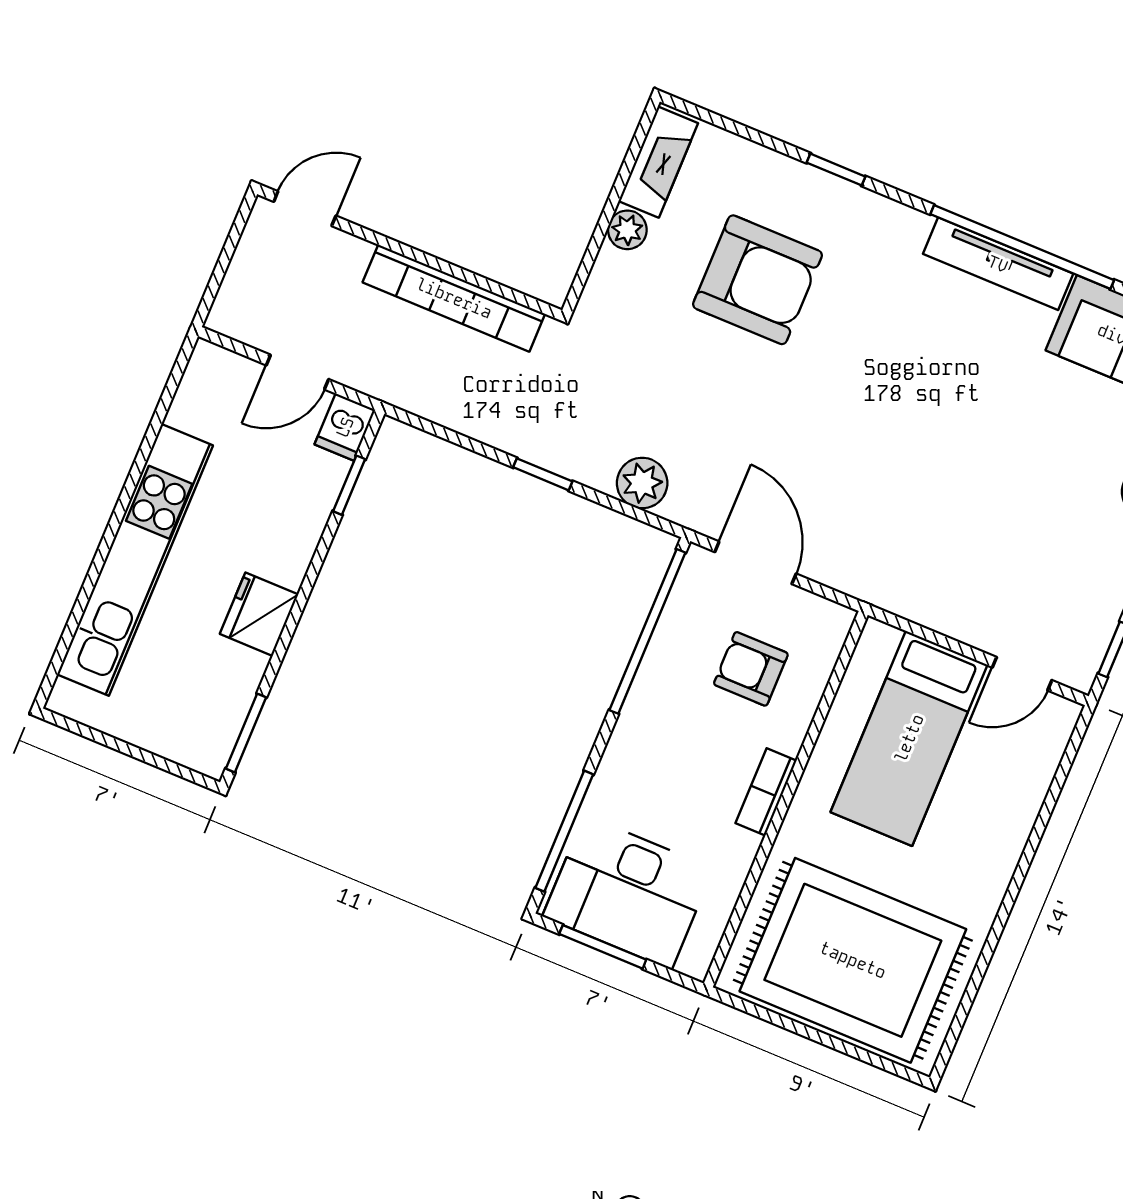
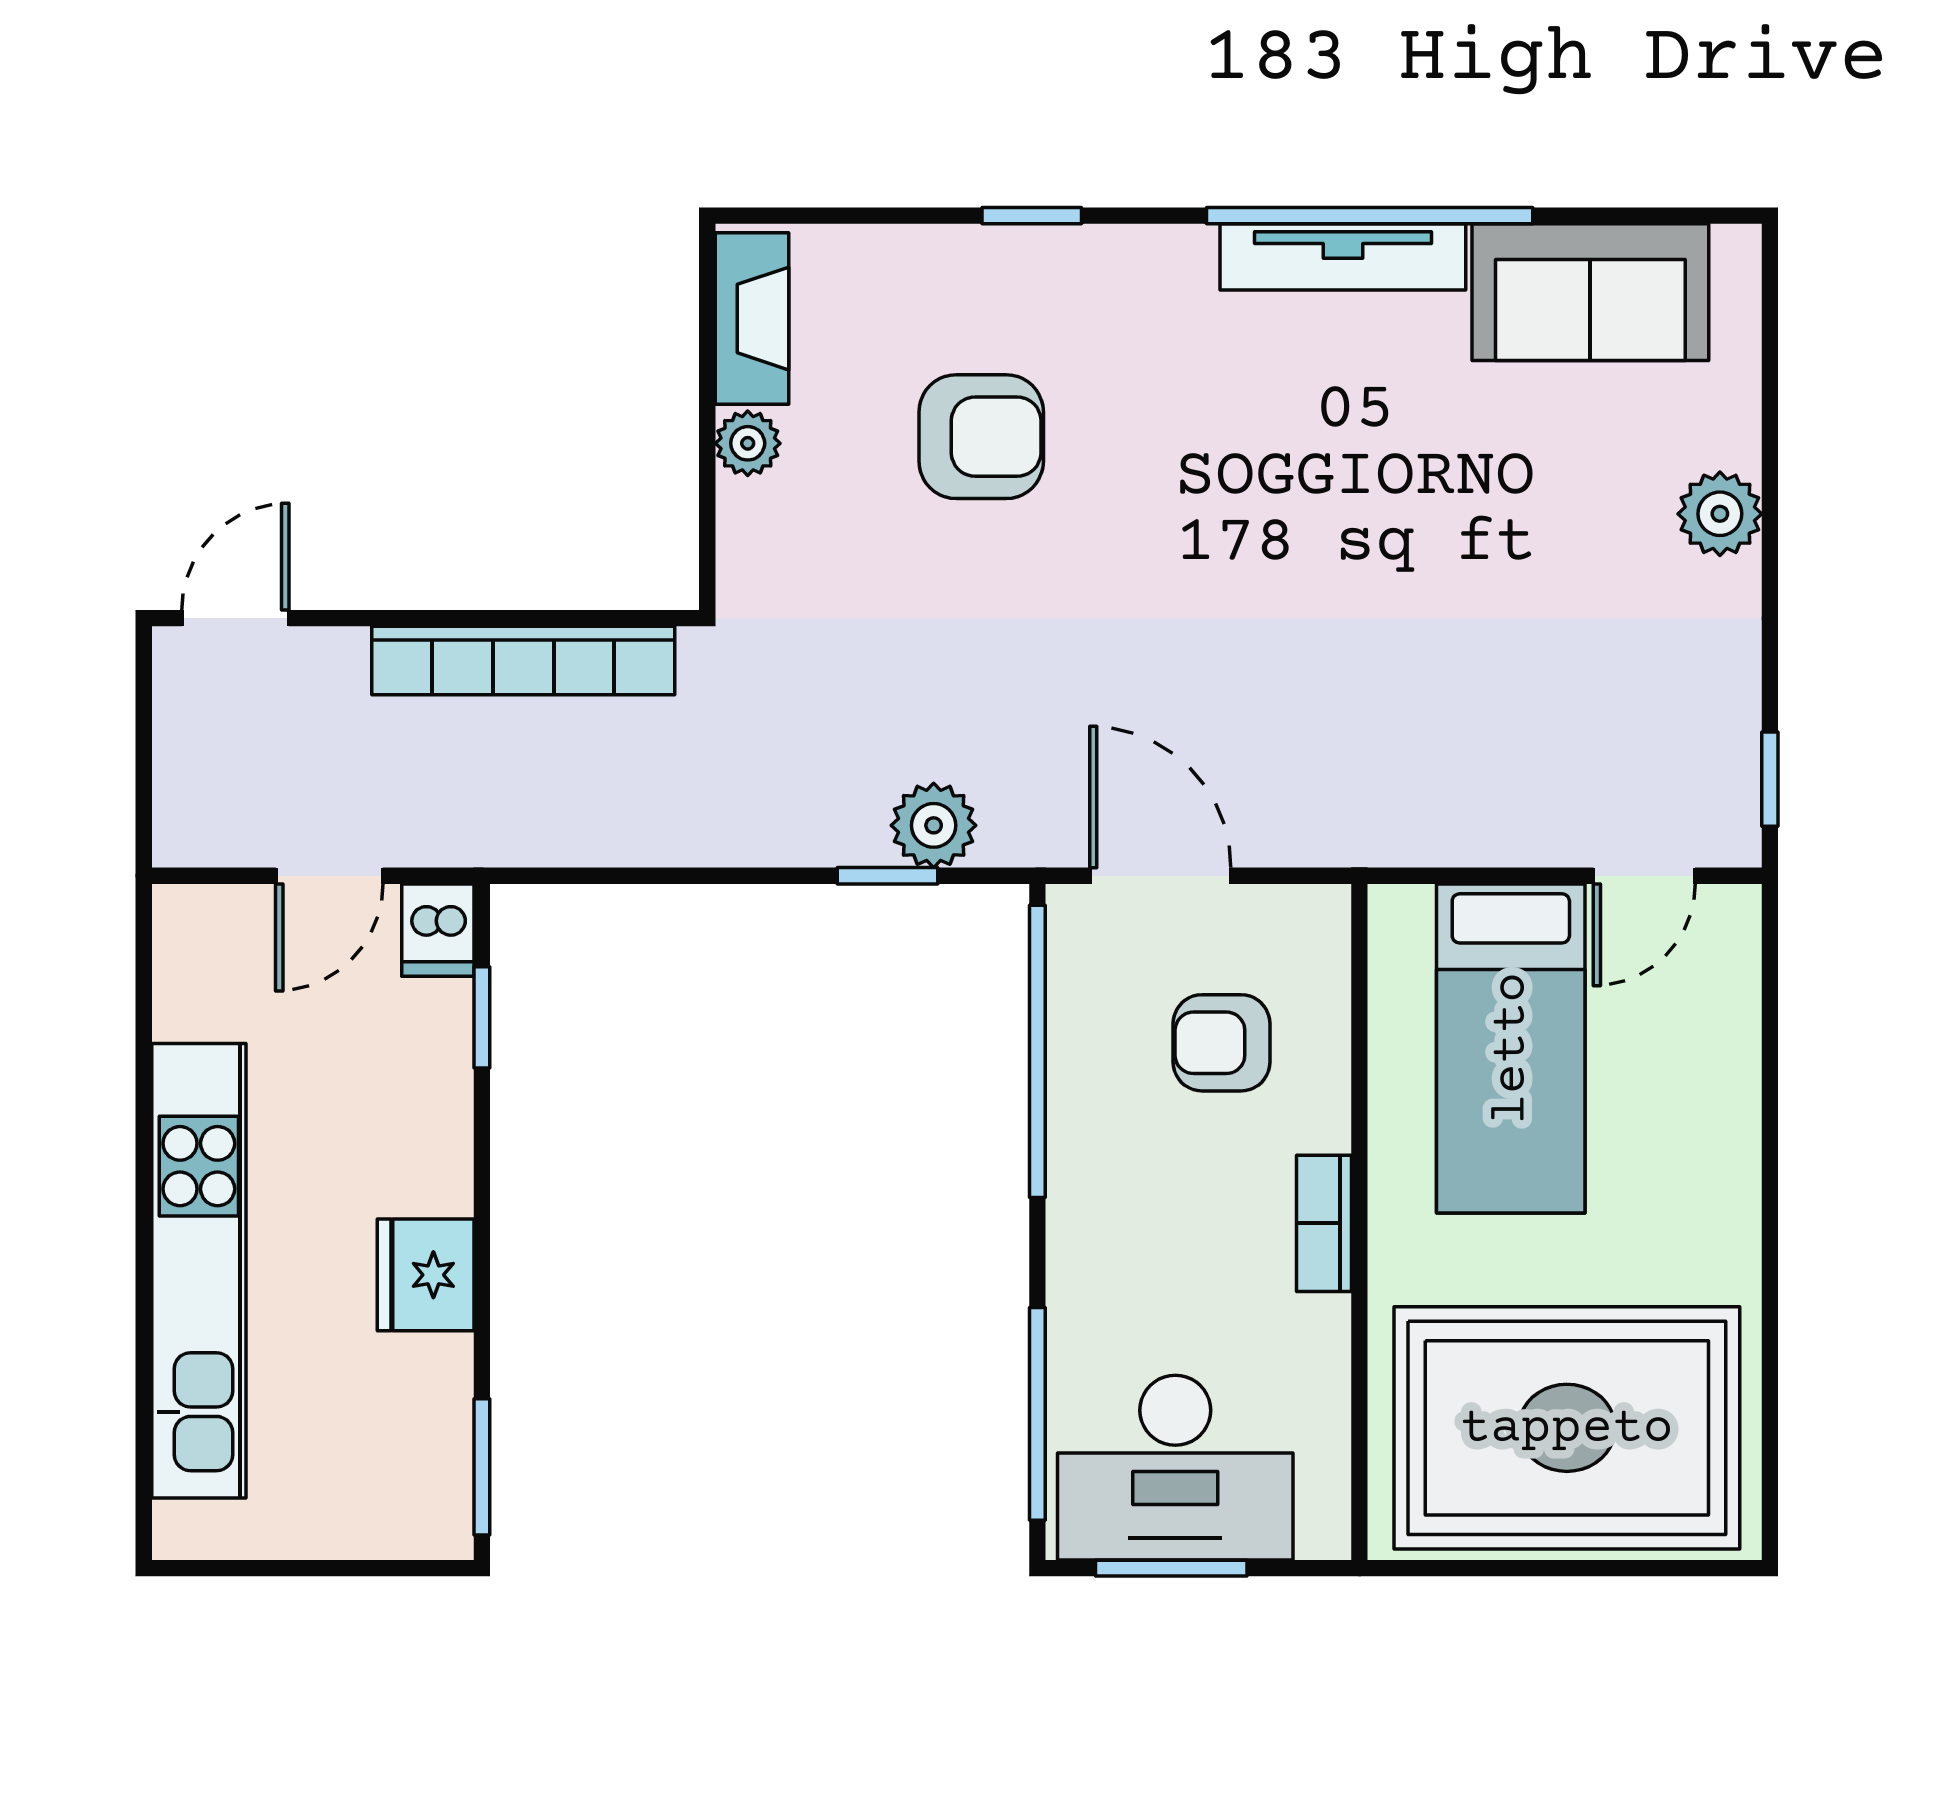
armchair: (758, 280) -> (981, 437), width x0.73, depth x0.73
window: (543, 474) -> (887, 876), moved

